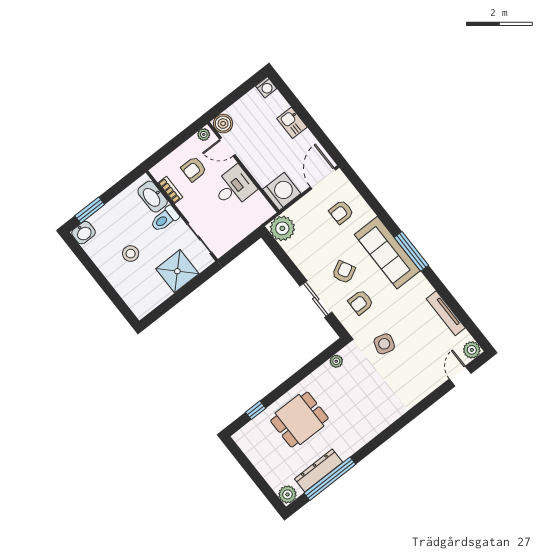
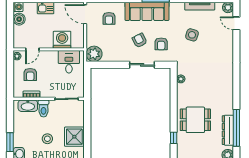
boiler: (223, 124) -> (19, 19), moved
desk: (234, 187) -> (69, 62), moved
washing machine: (282, 191) -> (62, 40), moved
shower: (177, 271) -> (74, 137), moved
side table: (384, 344) -> (192, 35), moved
dining table: (299, 420) -> (195, 120), turned 90

